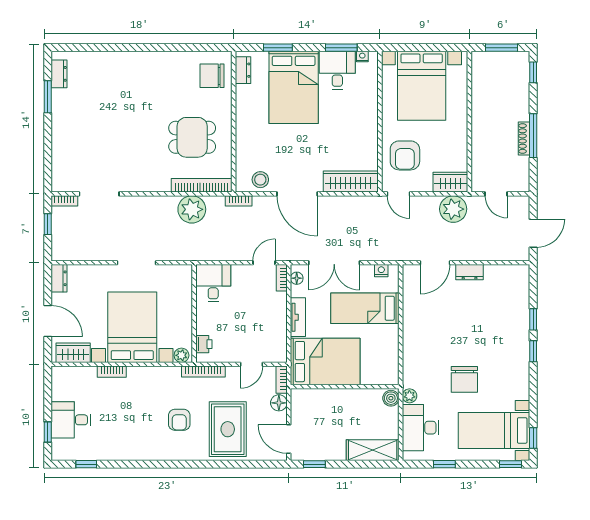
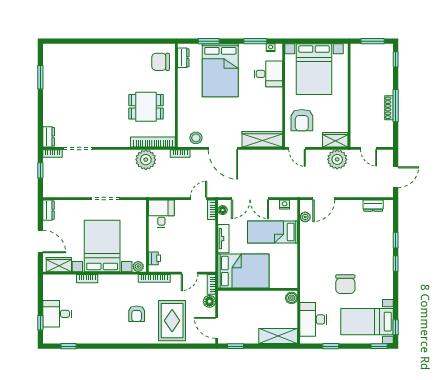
desk: (337, 70) -> (268, 74), moved, turned 90
dresser: (59, 74) -> (49, 137), moved
dresser: (470, 272) -> (373, 206), moved
plant: (409, 396) -> (305, 217), moved

